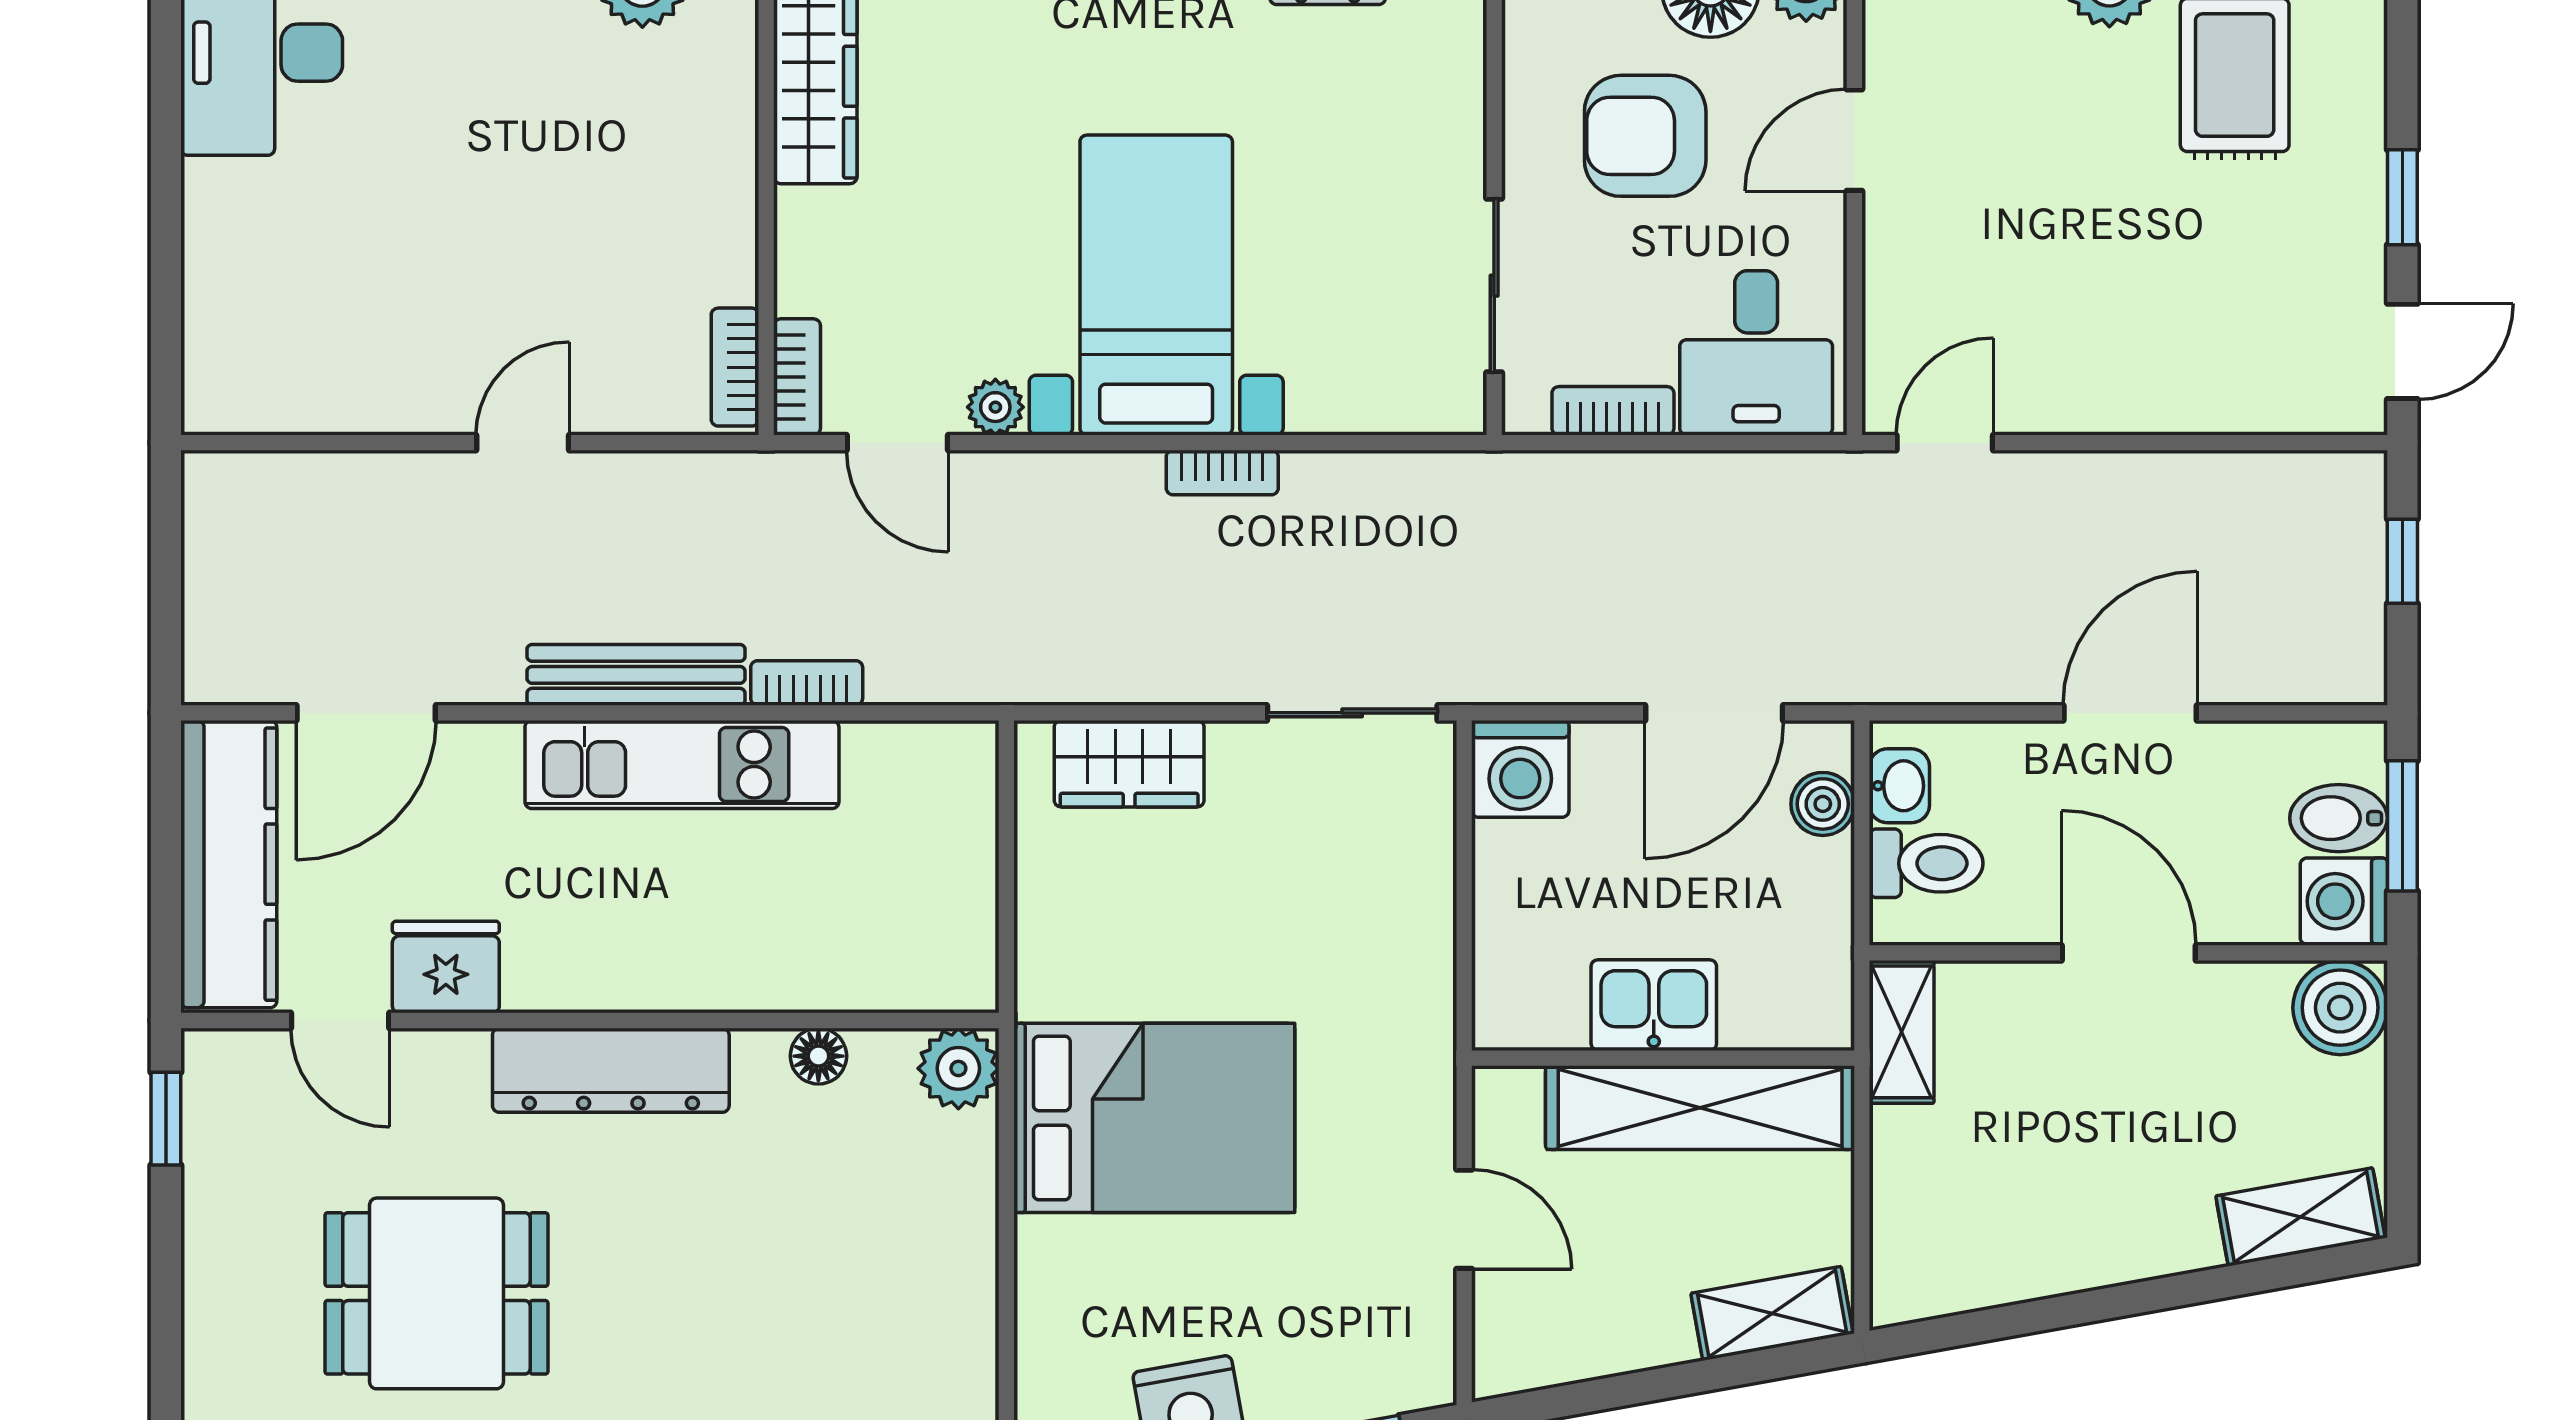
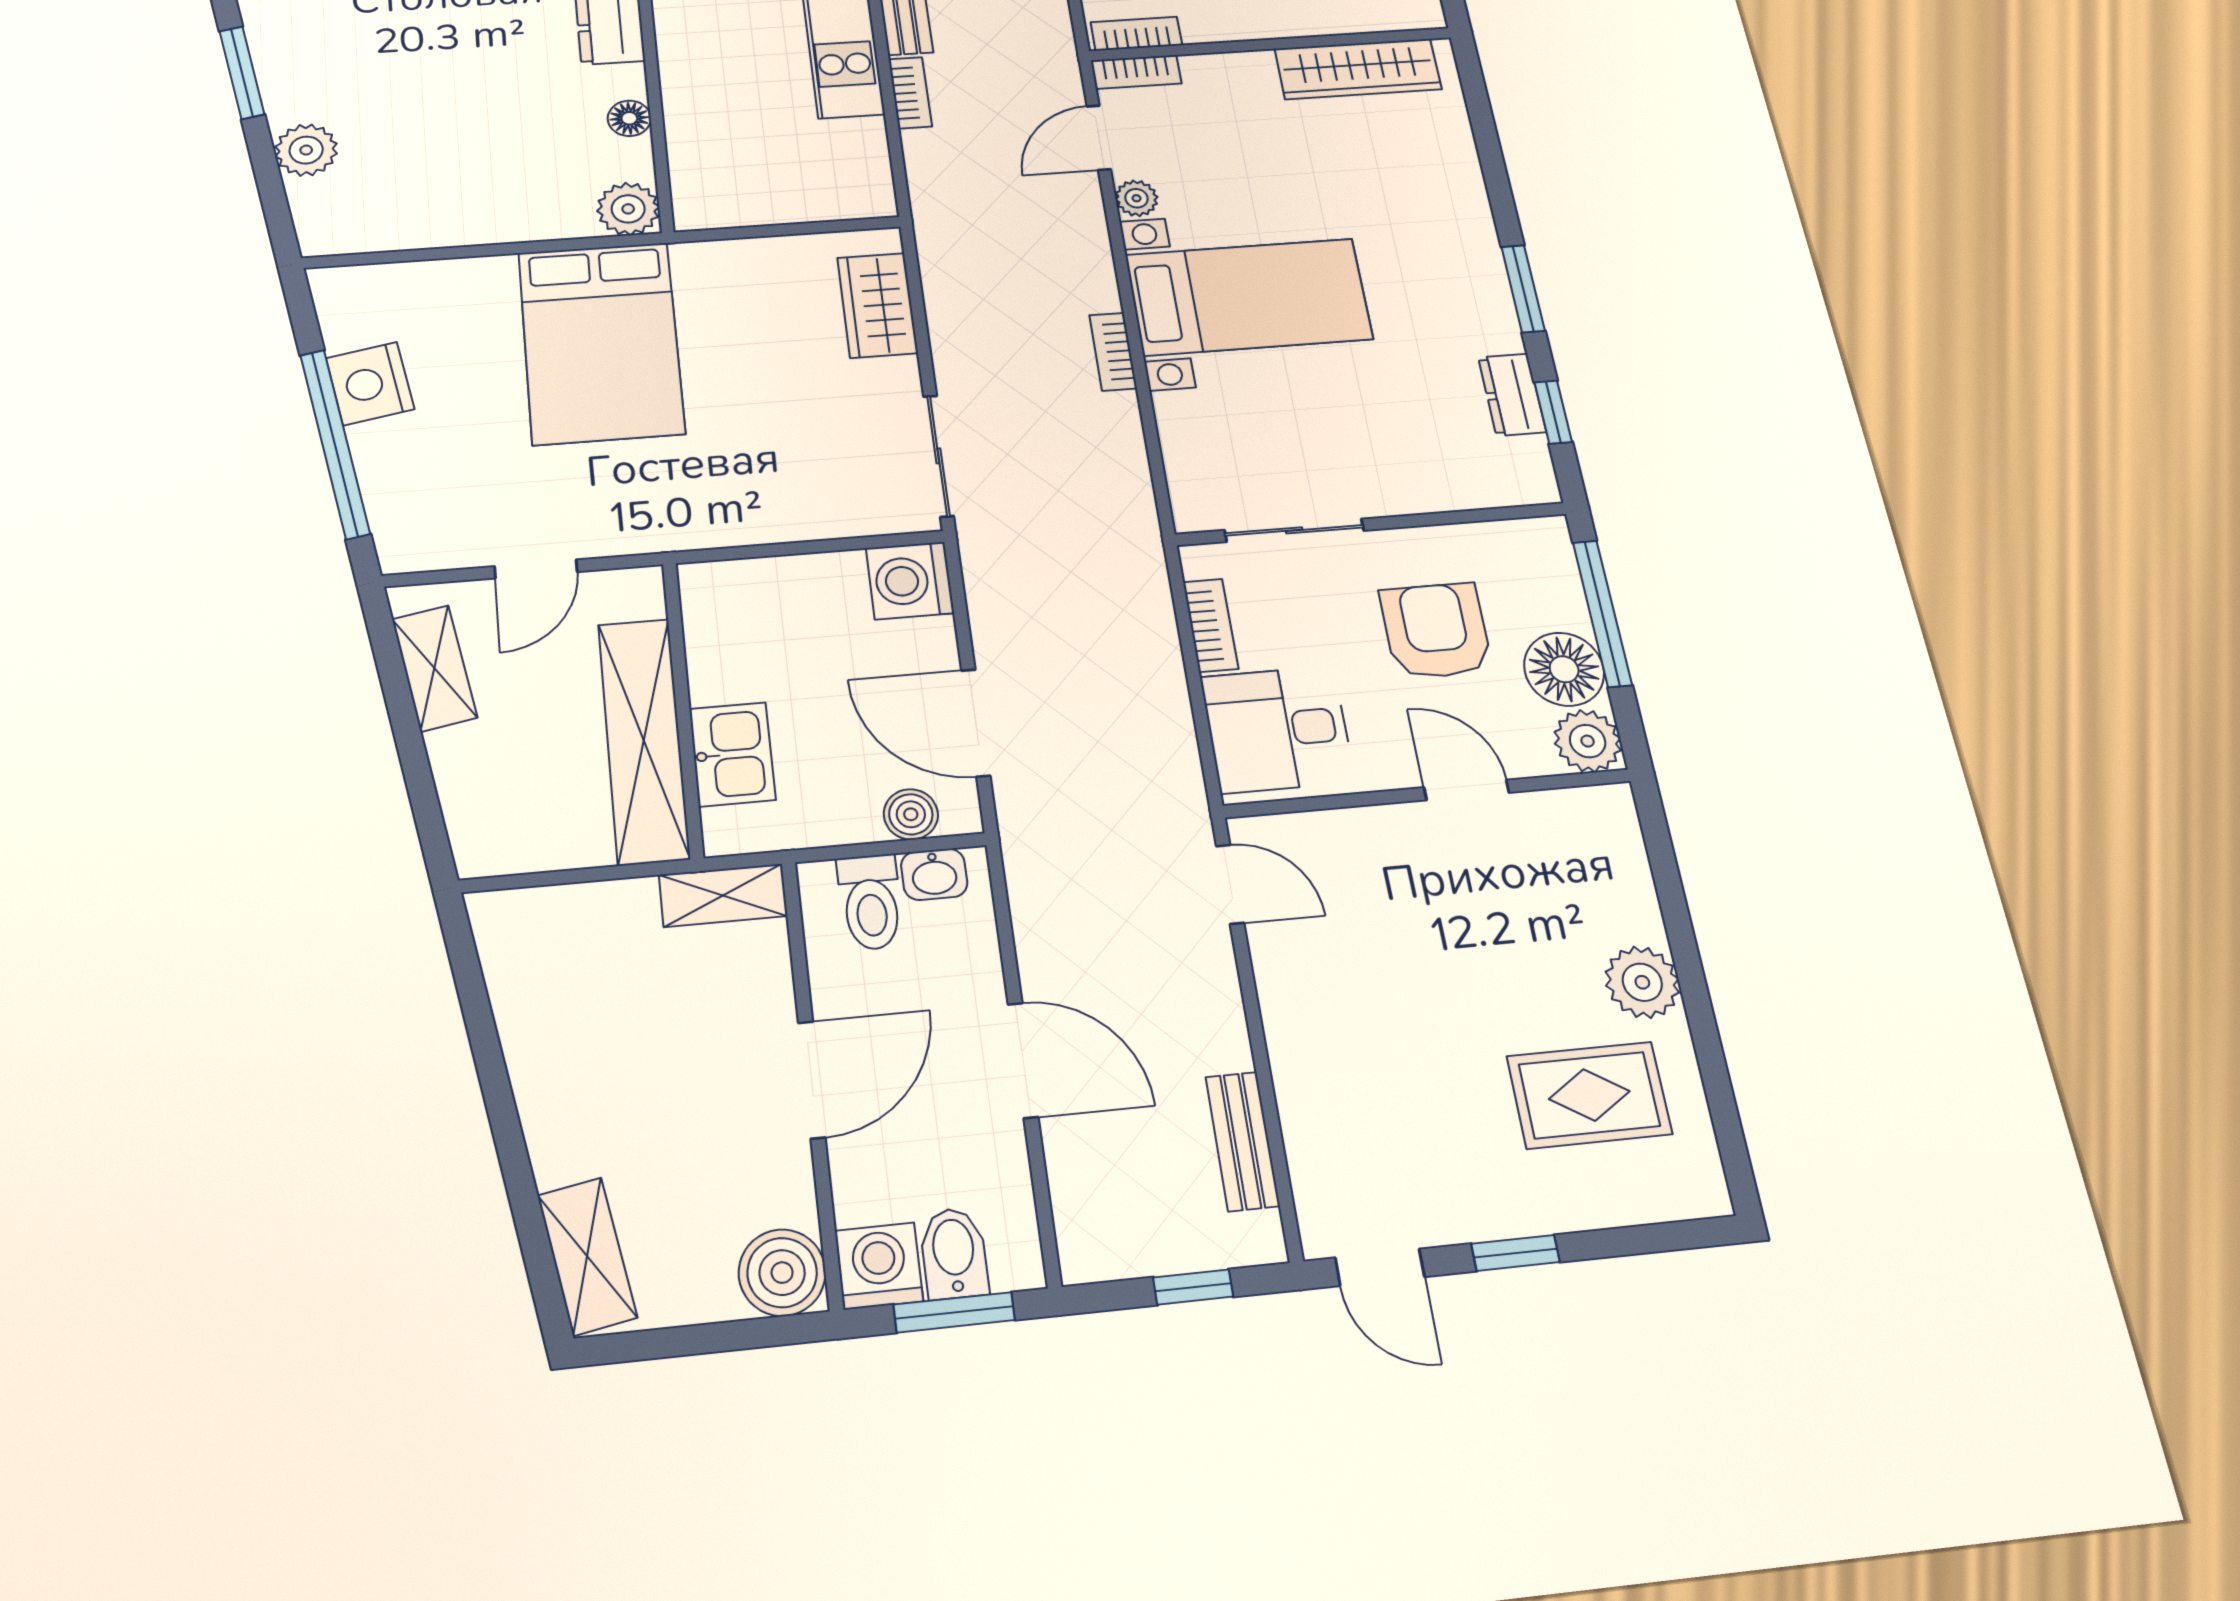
bench: (2247, 480) -> (1242, 1141), added
kitchen sink: (1654, 1005) -> (732, 754), moved
shelving: (1772, 1314) -> (434, 668), moved

